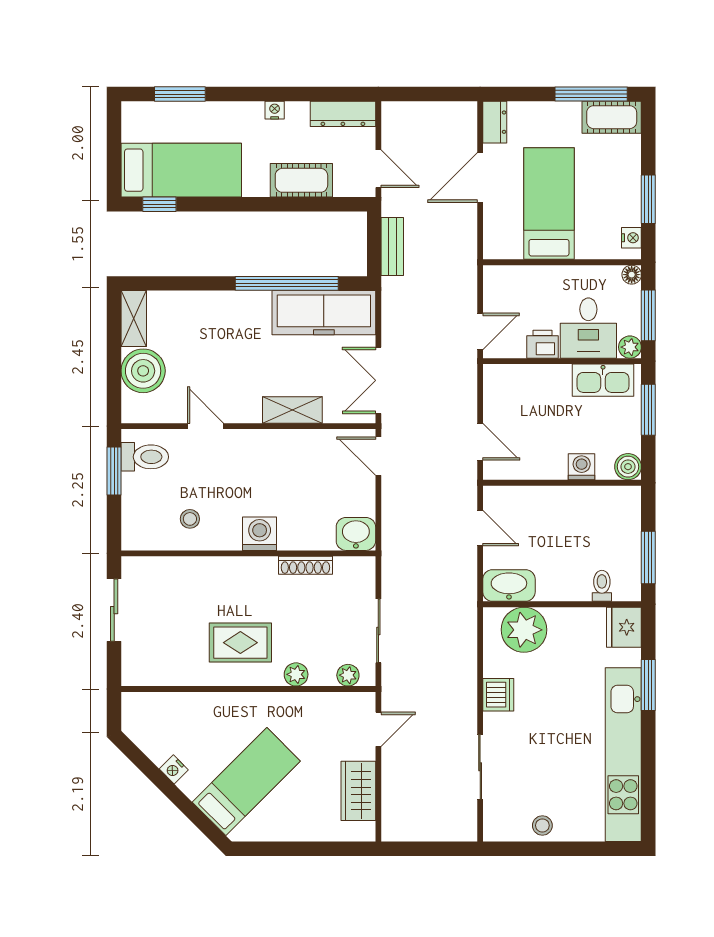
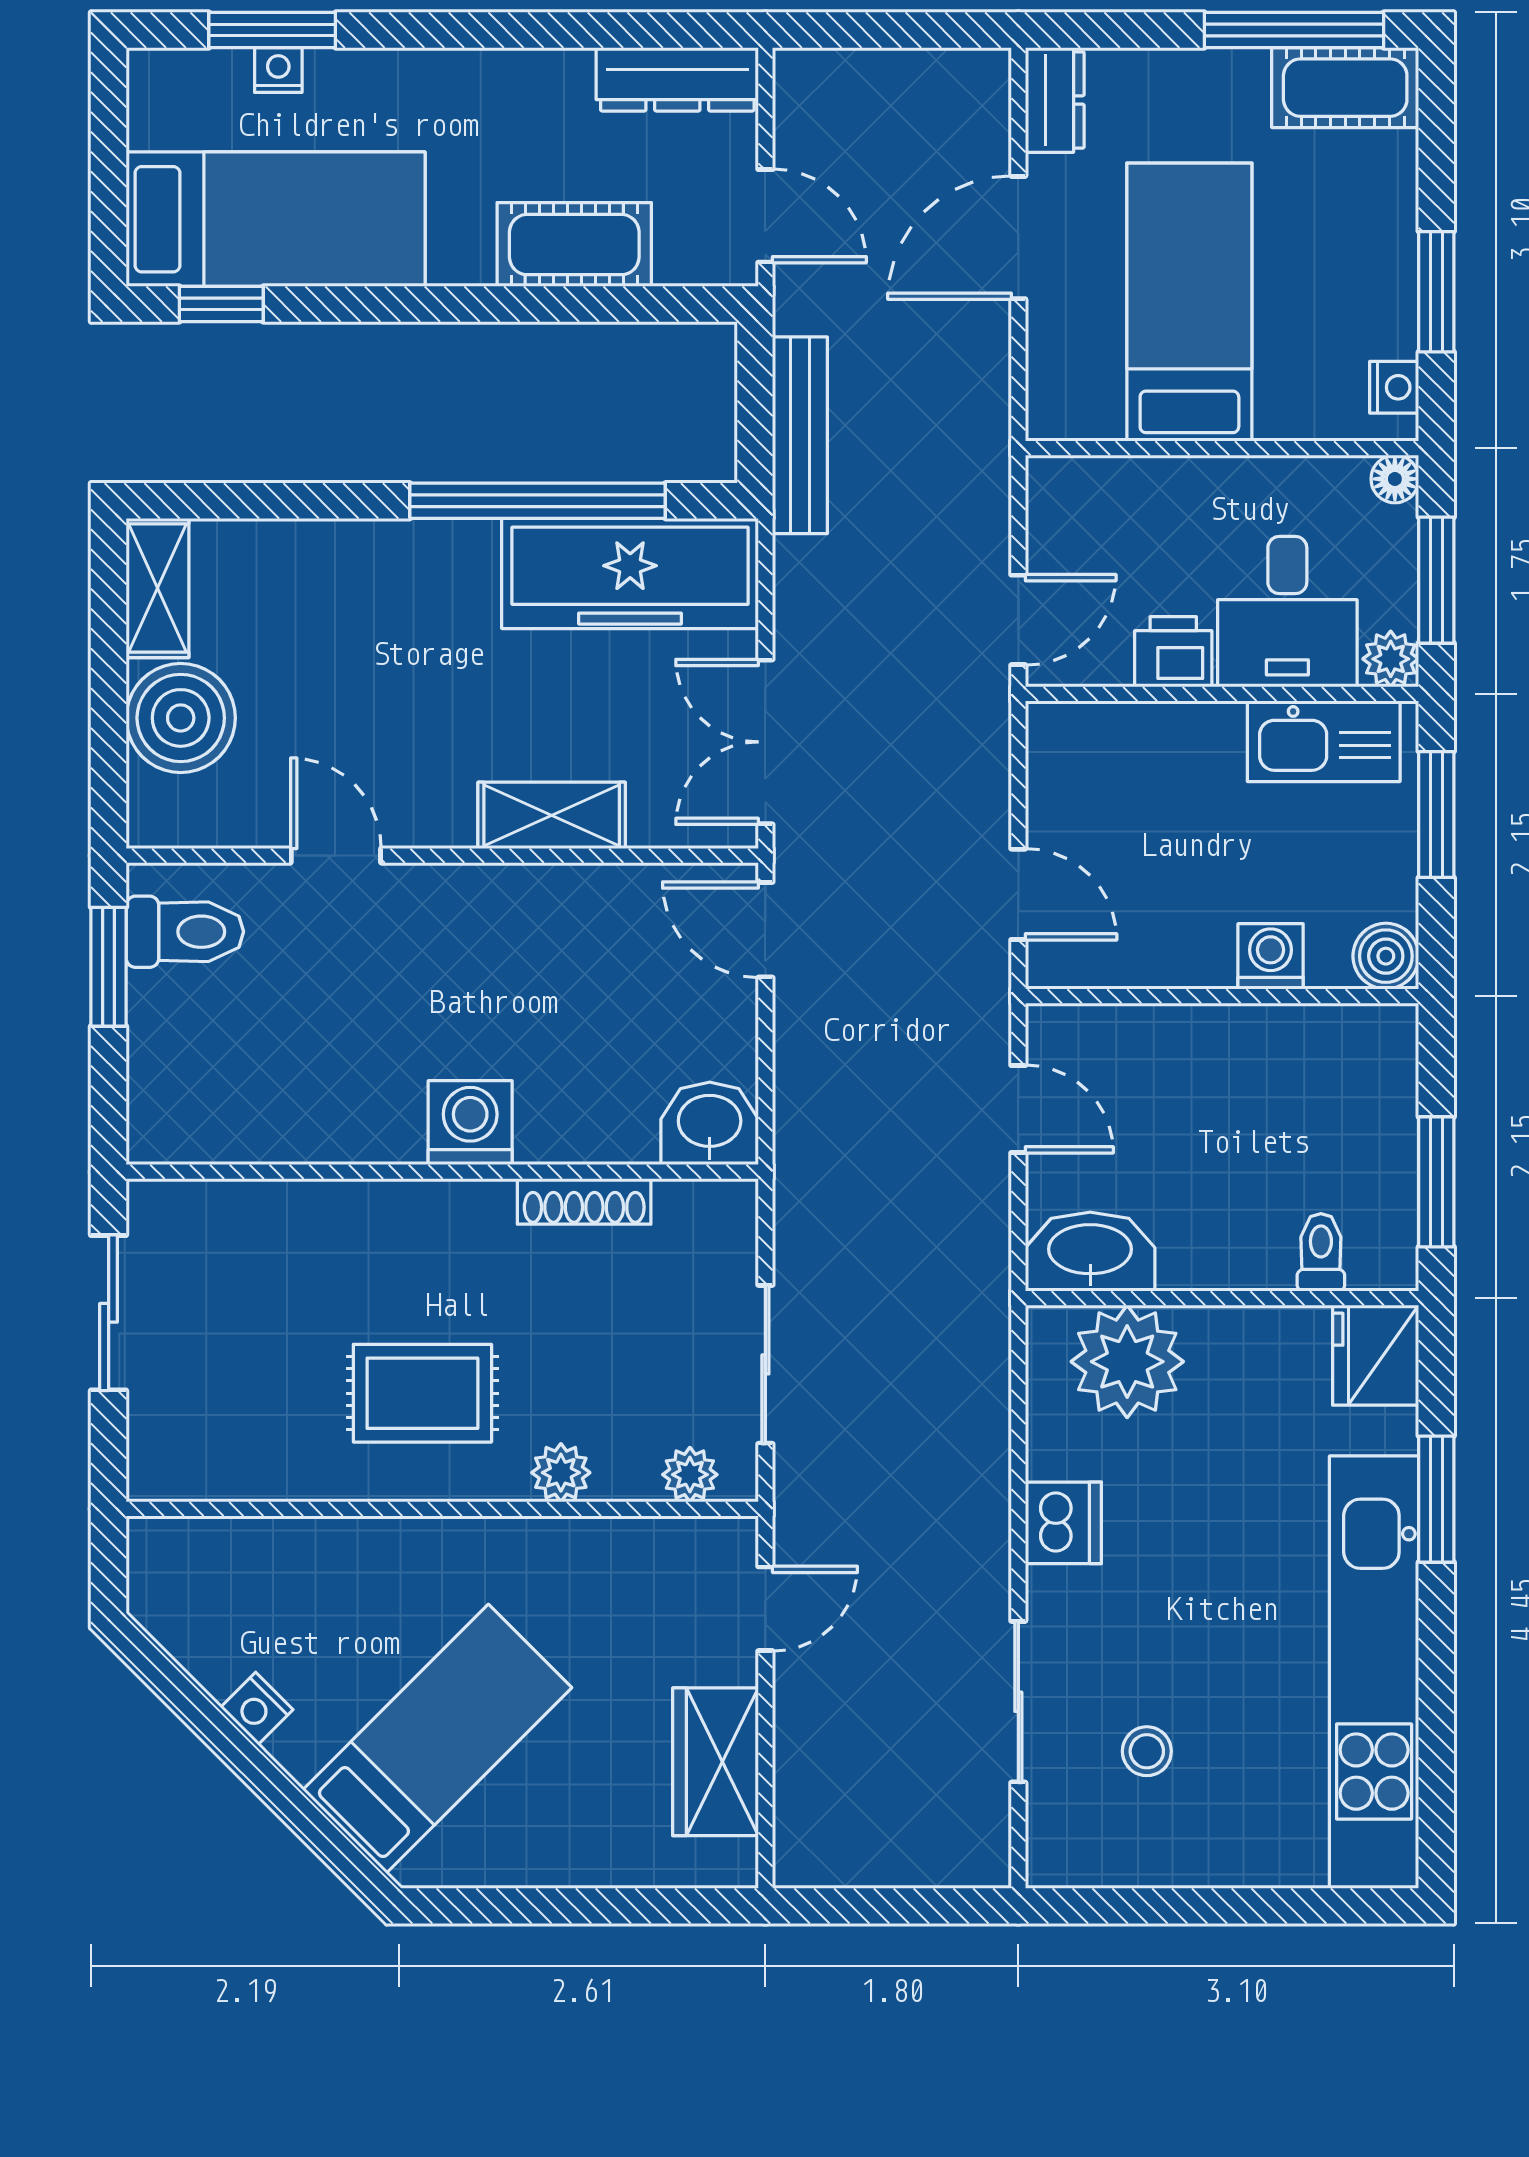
nightstand: (275, 110) -> (278, 70), moved
bench: (392, 246) -> (800, 435), width x1.36
stool: (190, 519) -> (297, 1086), removed
stool: (542, 825) -> (1147, 1751), moved

